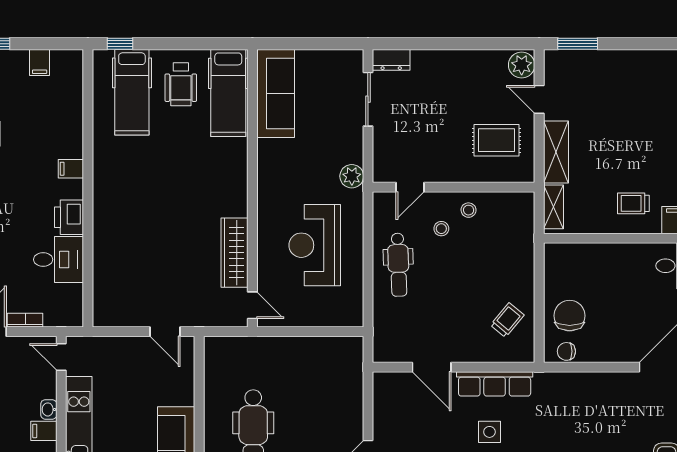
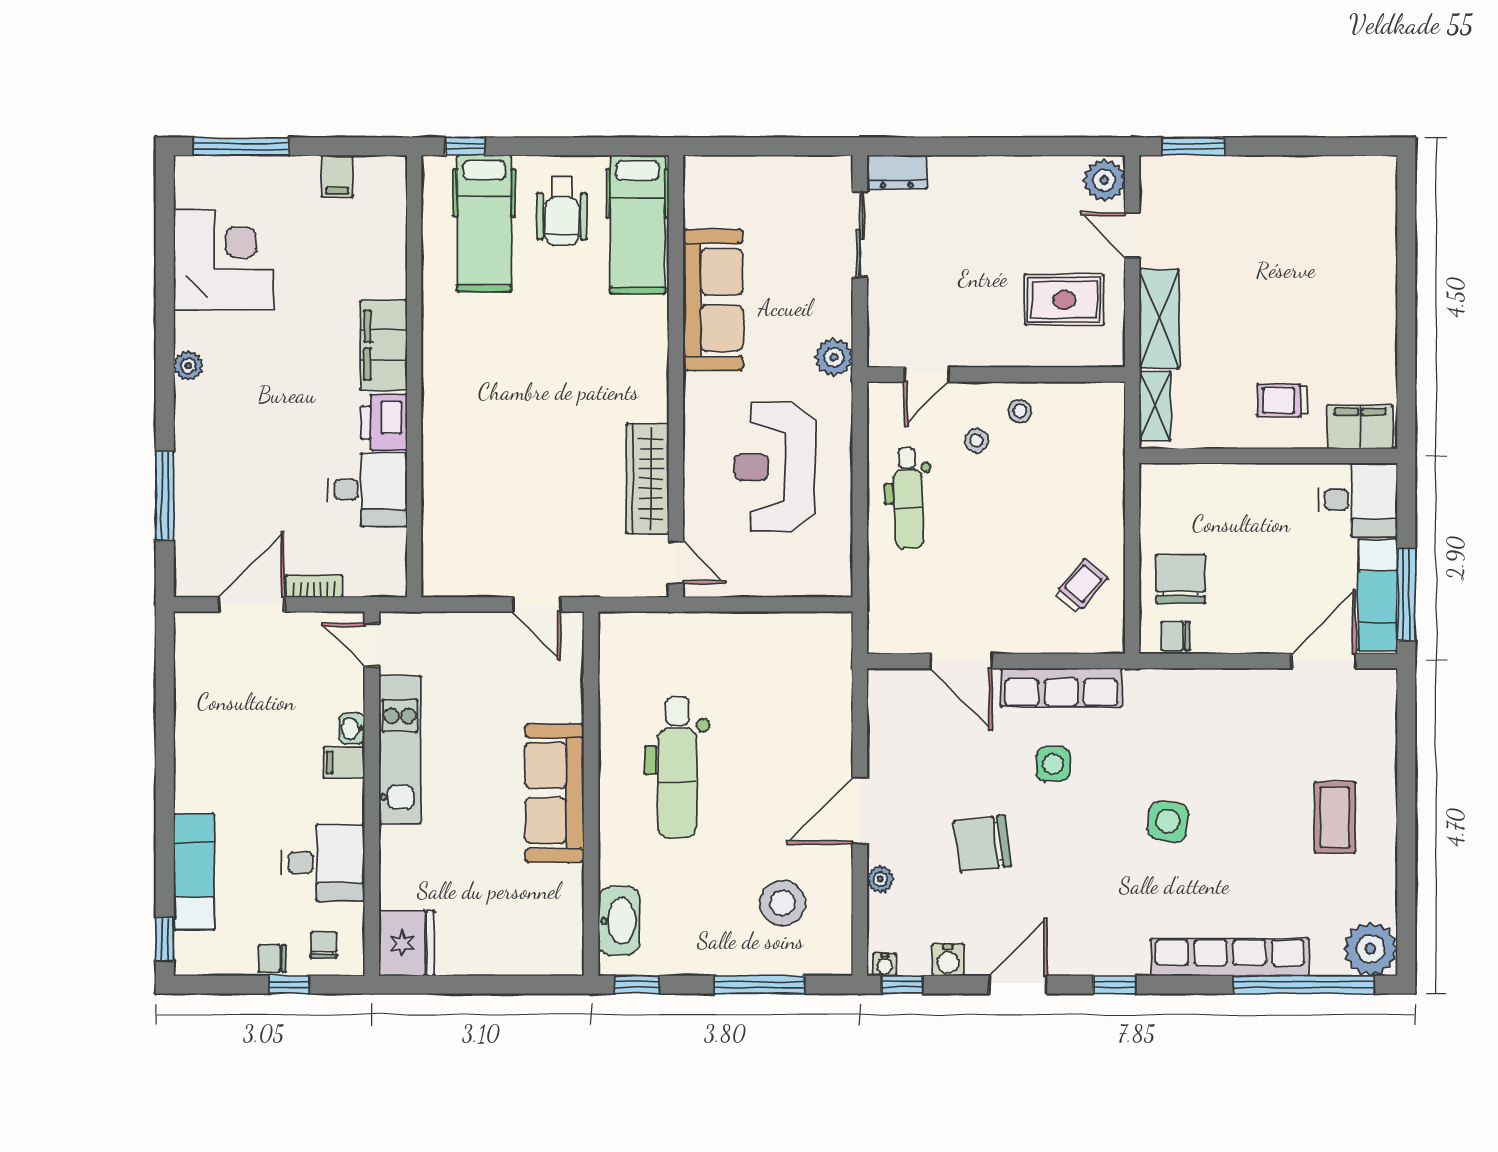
sofa: (276, 94) -> (713, 300), moved
filing cabinet: (71, 169) -> (384, 345), width x3.00, depth x1.17

